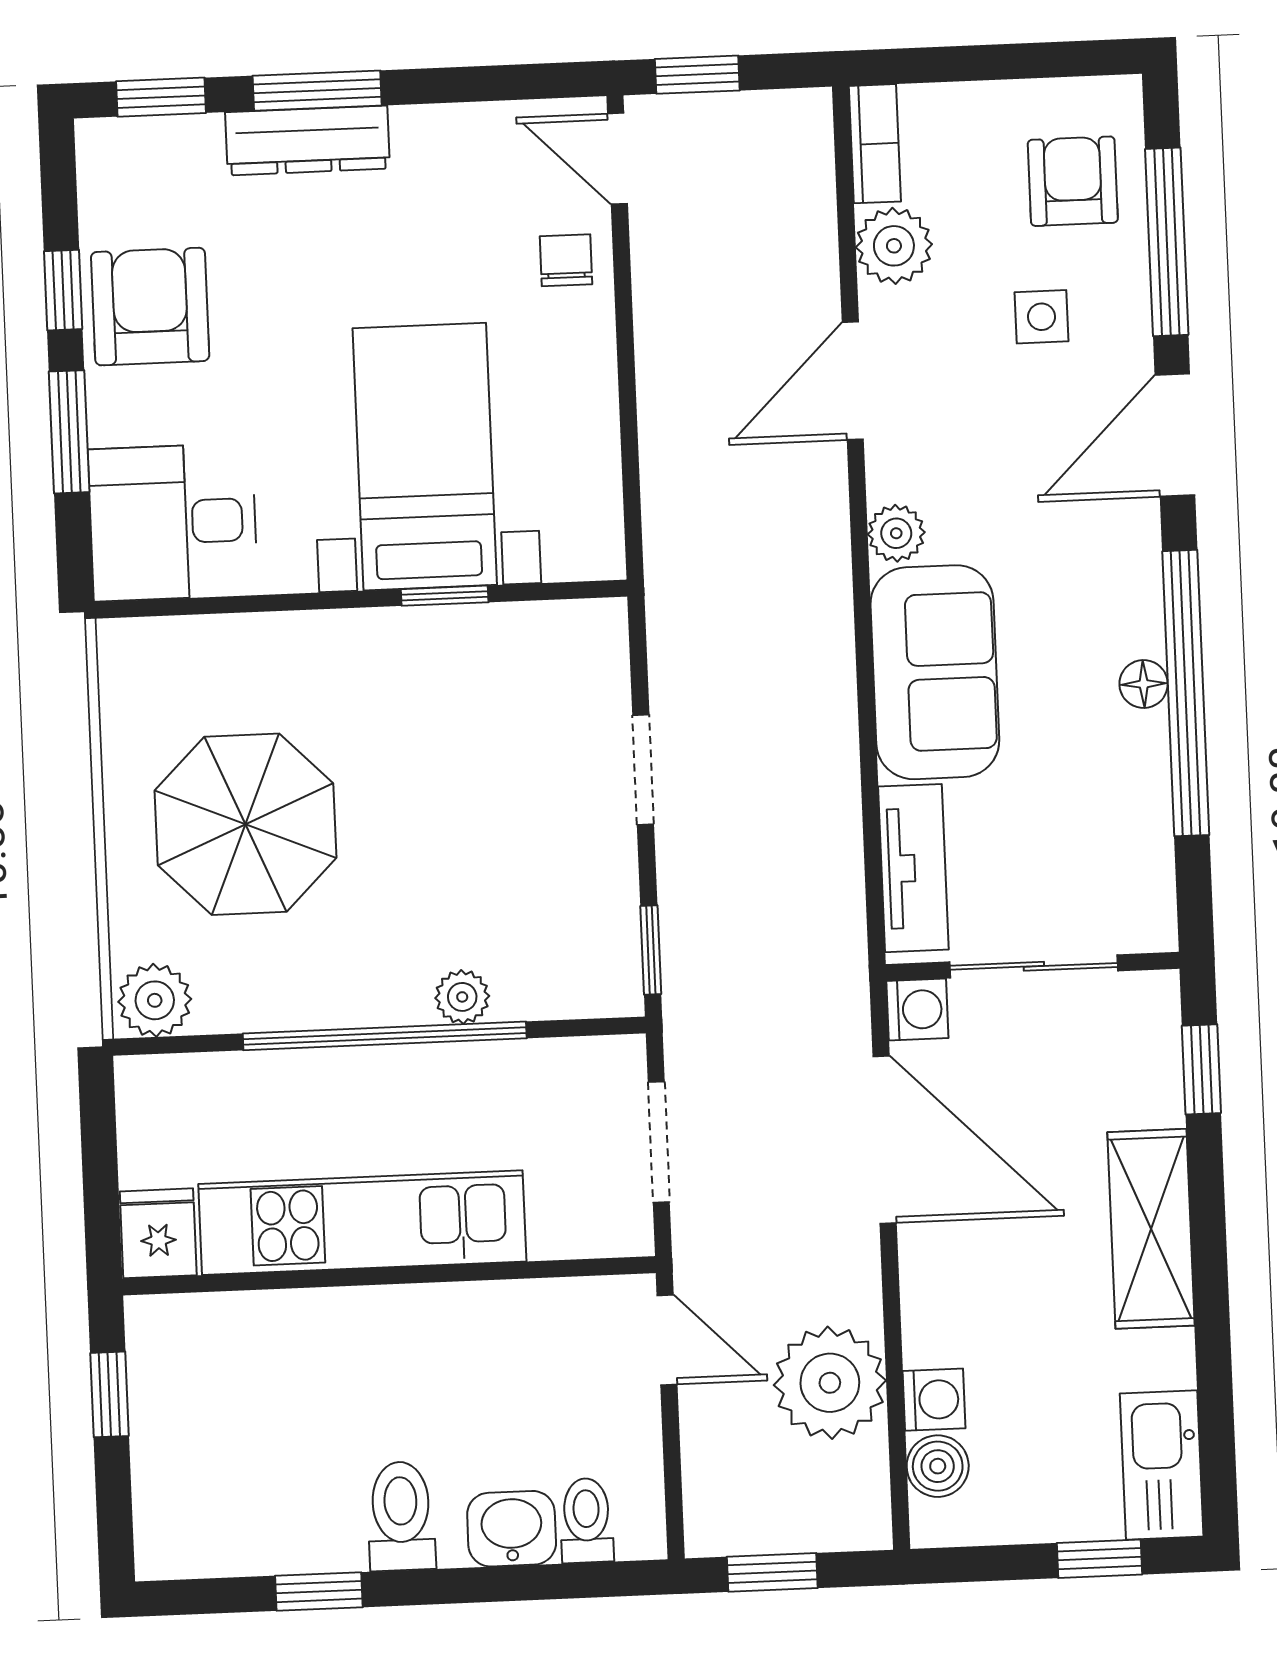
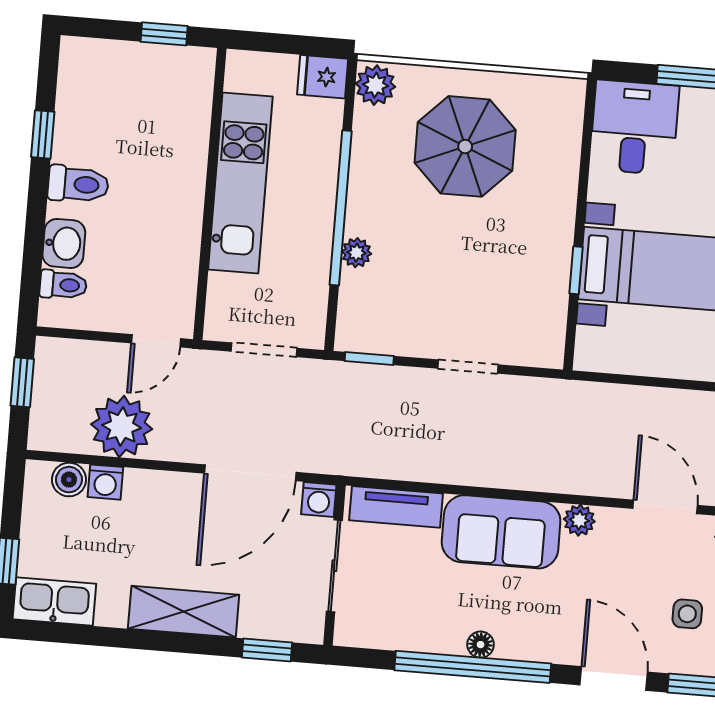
fridge: (158, 1233) -> (323, 77), moved, turned 180

